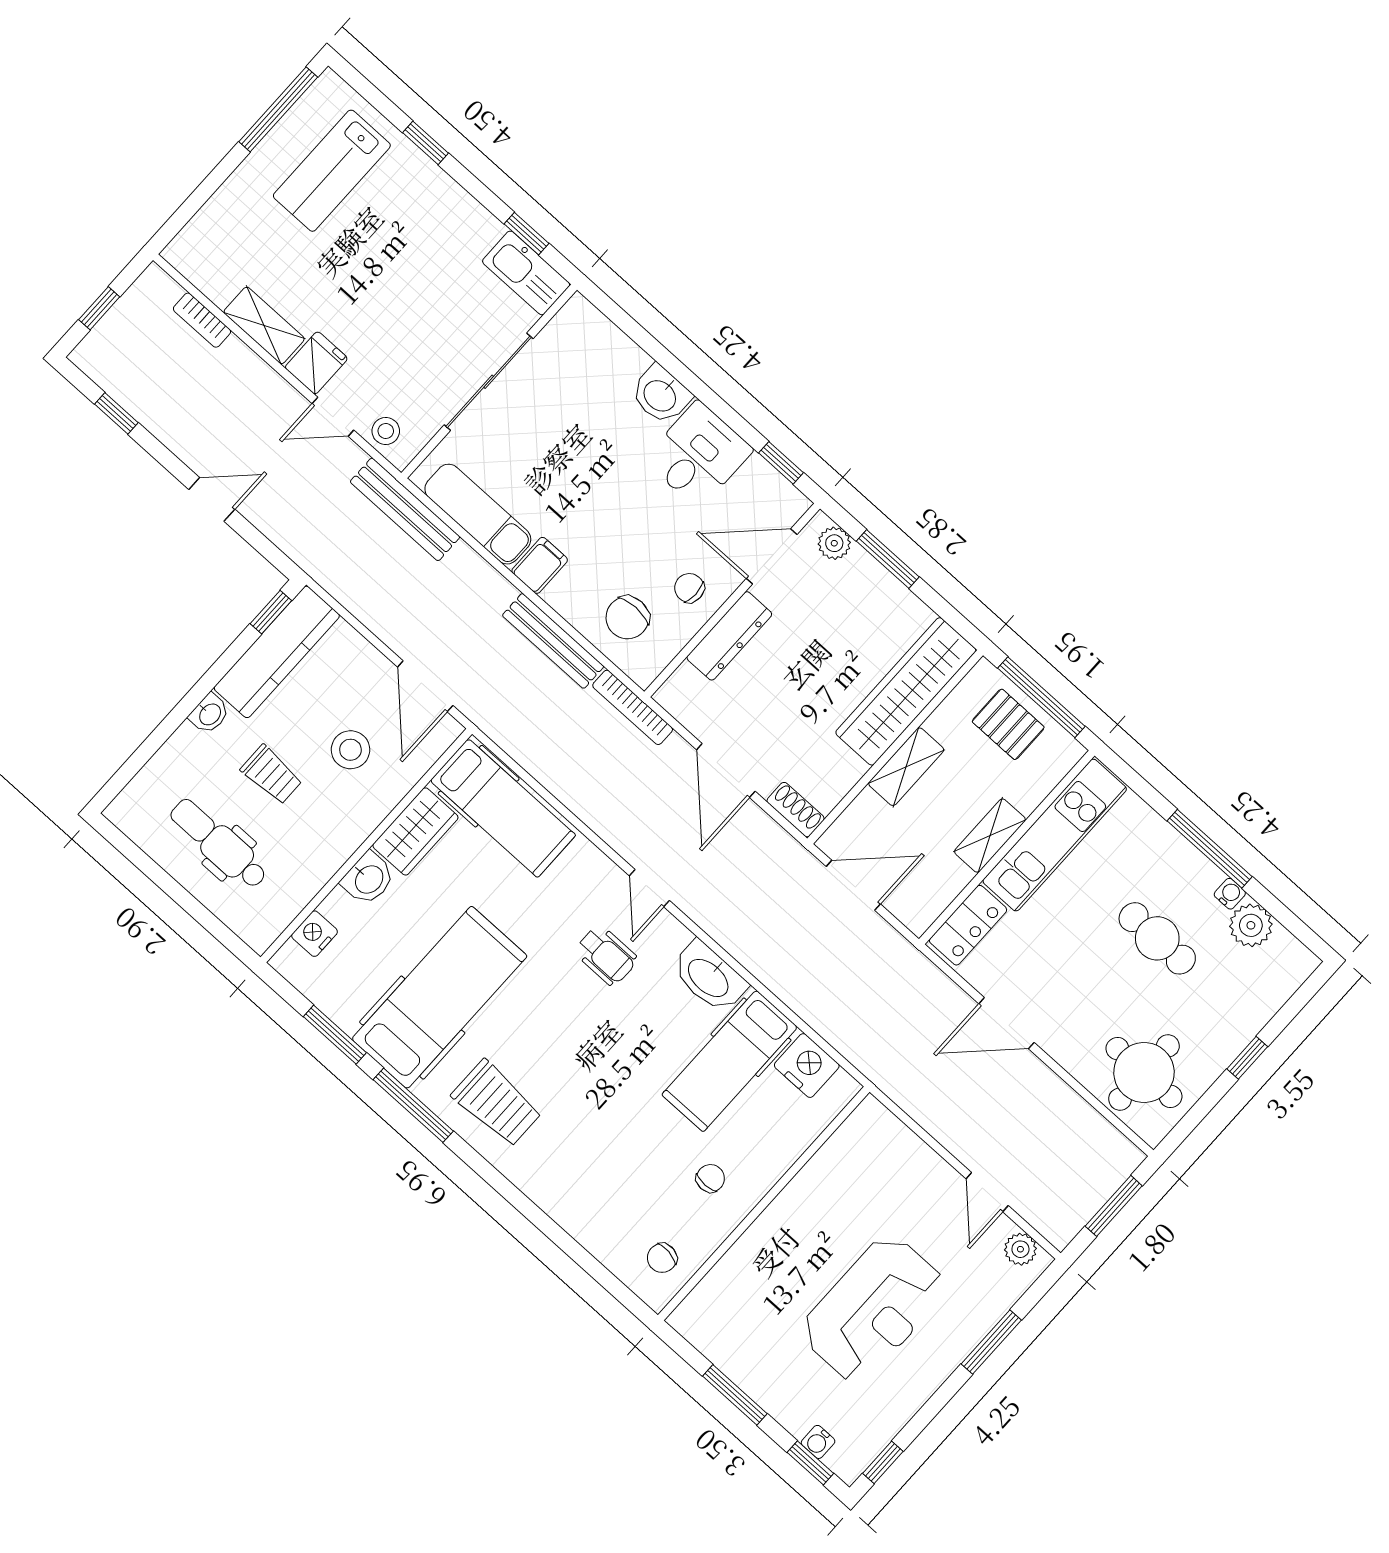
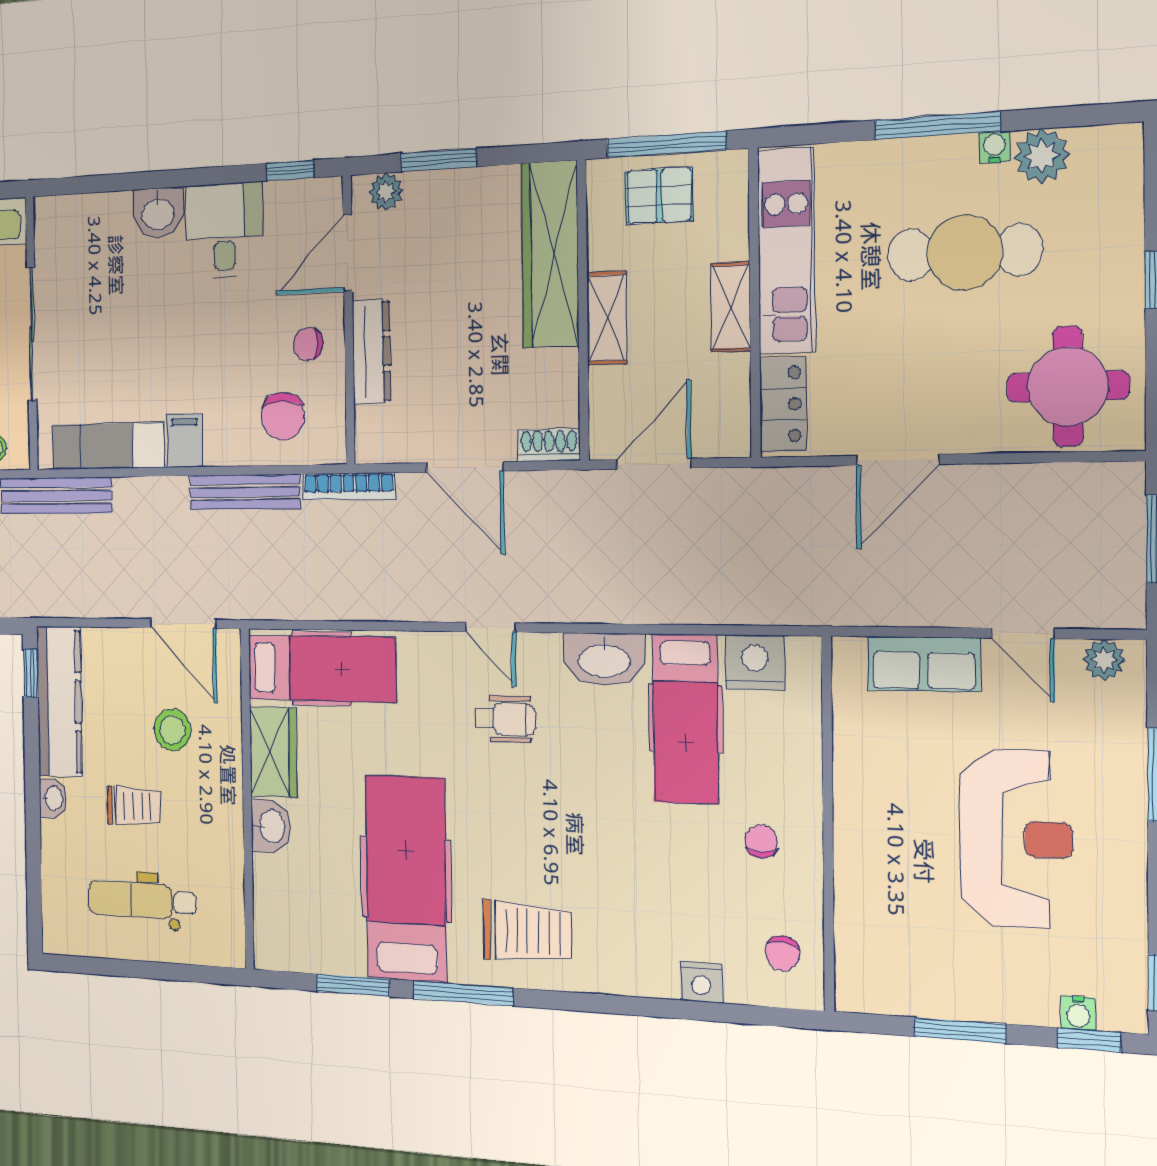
nightstand: (315, 934) -> (701, 982), moved, turned -90
cafe table: (1157, 938) -> (965, 252), width x1.37, depth x1.35
row of seats: (911, 1159) -> (924, 664), added

